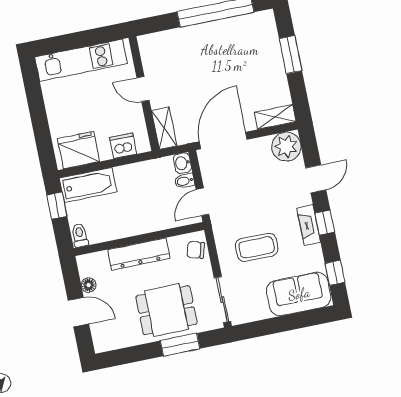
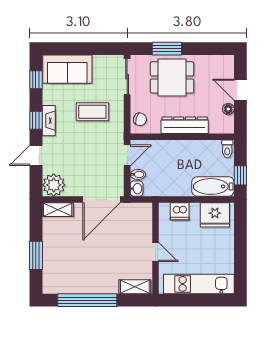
shelving: (164, 128) -> (135, 287), moved, turned 90

